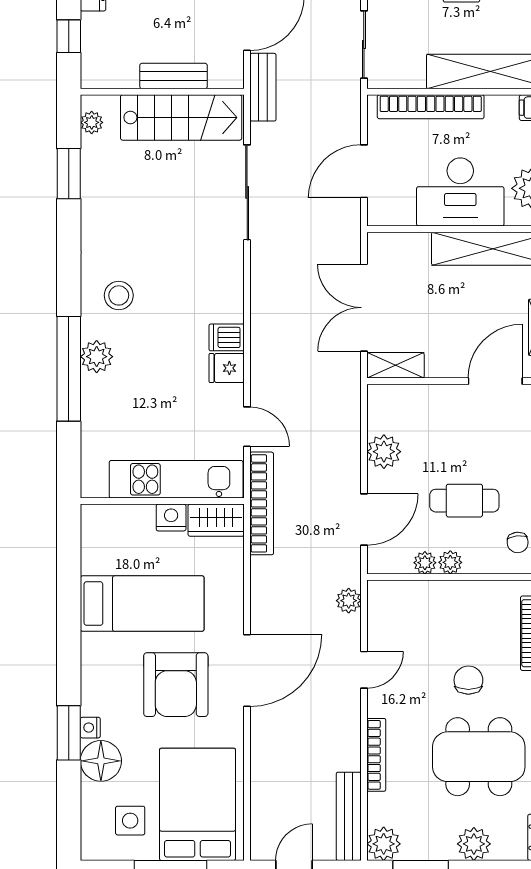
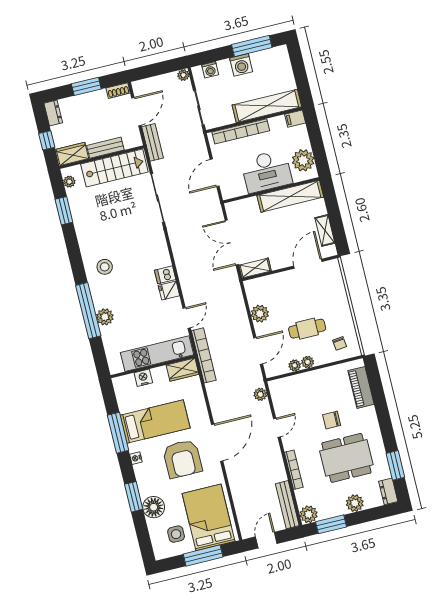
wardrobe: (110, 73) -> (72, 154), added
plant: (97, 357) -> (105, 317), moved
door: (247, 427) -> (187, 318), hinge flipped
nightstand: (171, 517) -> (143, 378), moved
window: (69, 608) -> (118, 433), added
chair: (468, 680) -> (332, 420), turned -90
nightstand: (90, 728) -> (136, 458), moved

